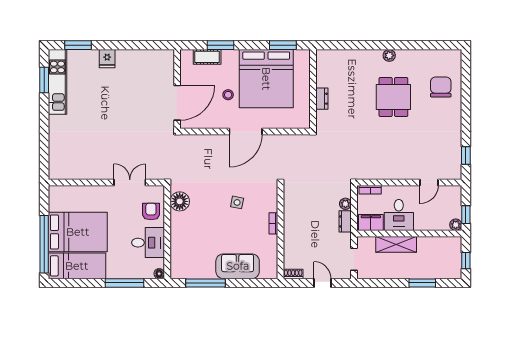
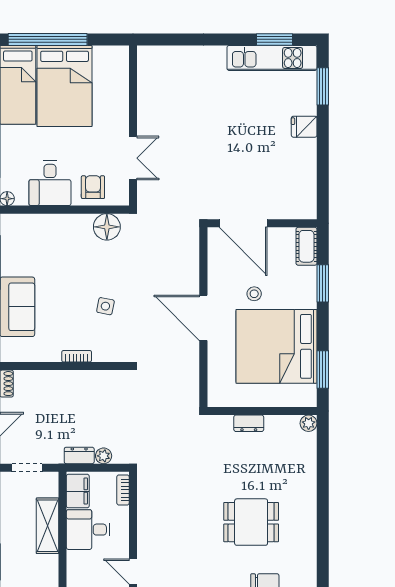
plant: (389, 55) -> (309, 423), moved
cot: (207, 57) -> (306, 246), moved
armchair: (151, 211) -> (93, 187), turned -90

